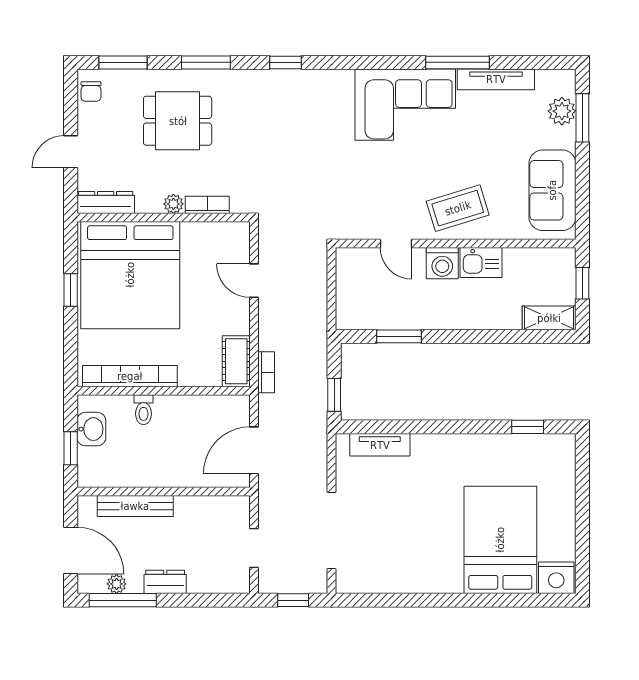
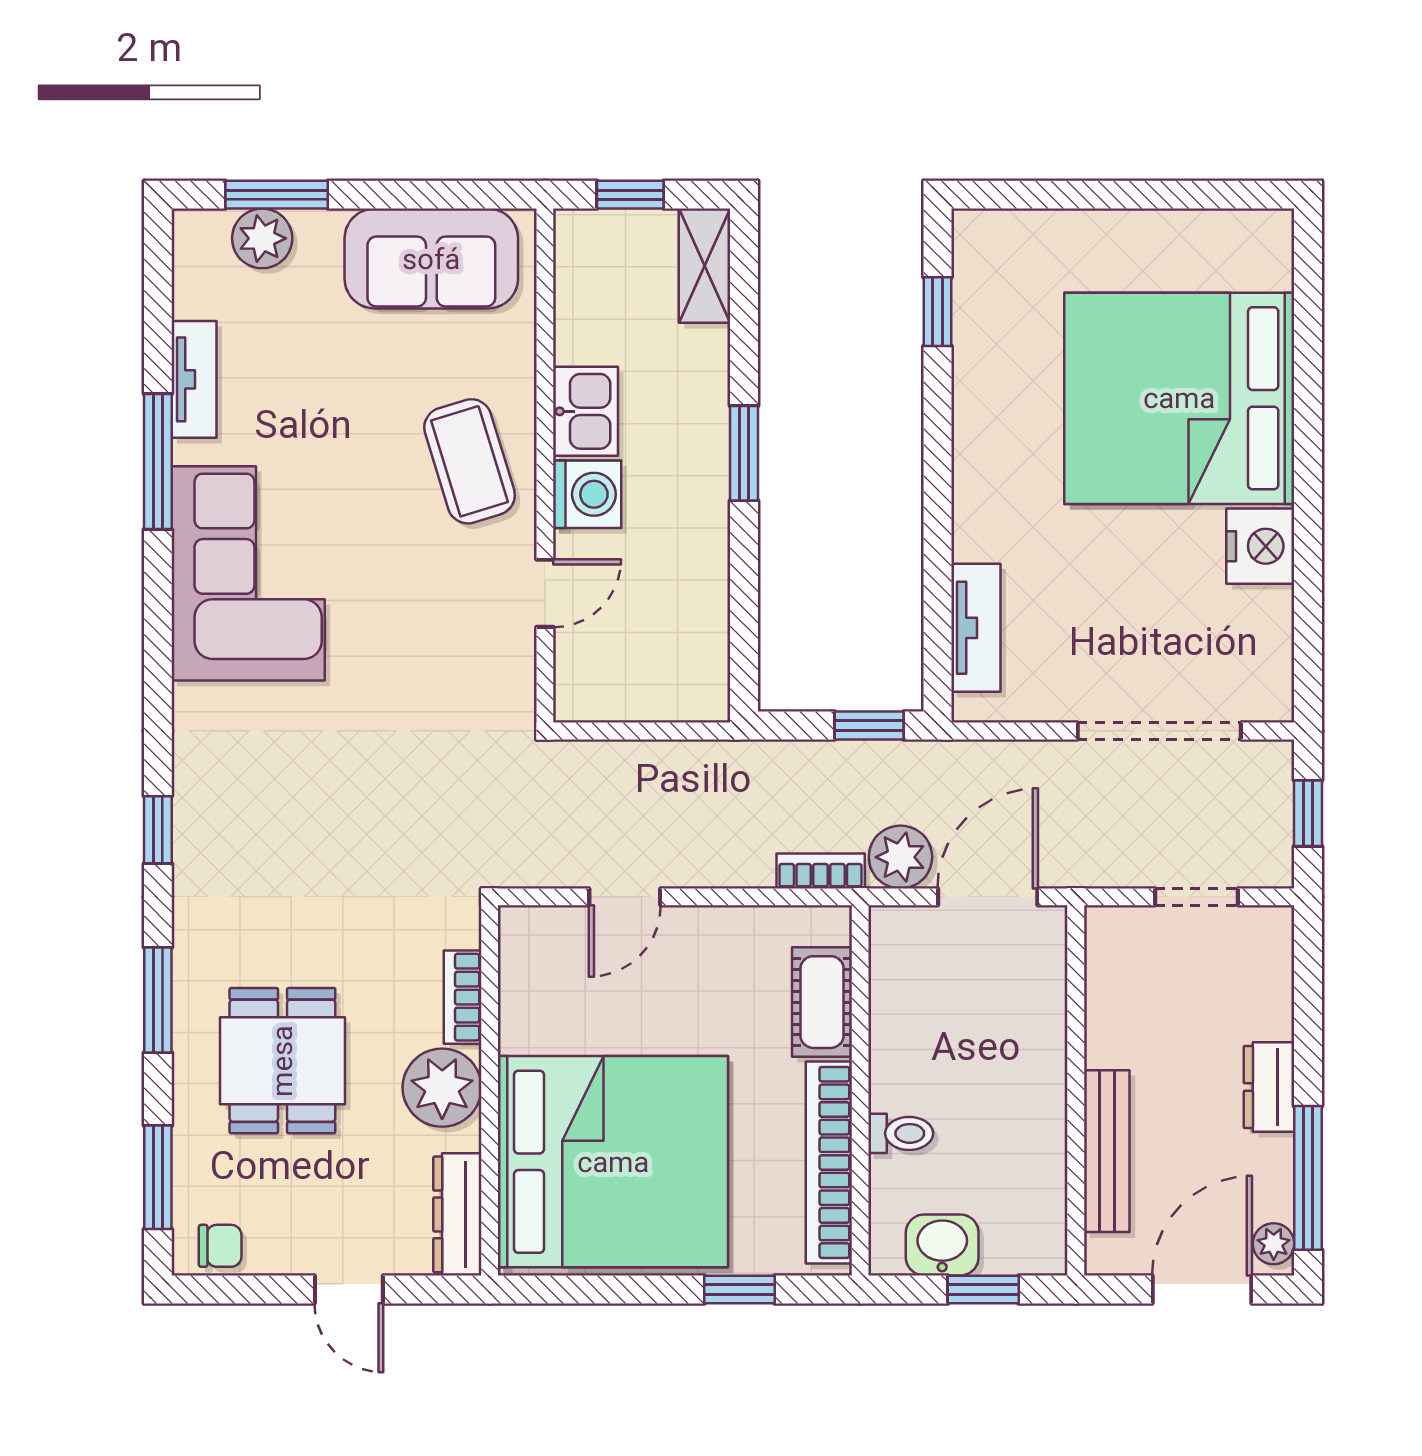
tv unit: (496, 79) -> (194, 379), width x0.71
plant: (173, 204) -> (442, 1088), width x1.88, depth x1.88
window: (71, 290) -> (740, 1289), moved
window: (399, 336) -> (744, 453), moved
cot: (236, 361) -> (822, 1002), moved, turned 90
plant: (273, 410) -> (900, 857), added
door: (254, 450) -> (988, 897), swing flipped
bed: (500, 540) -> (1179, 398), width x1.36
nightstand: (556, 578) -> (1260, 546), moved
plant: (117, 584) -> (1274, 1244), moved

